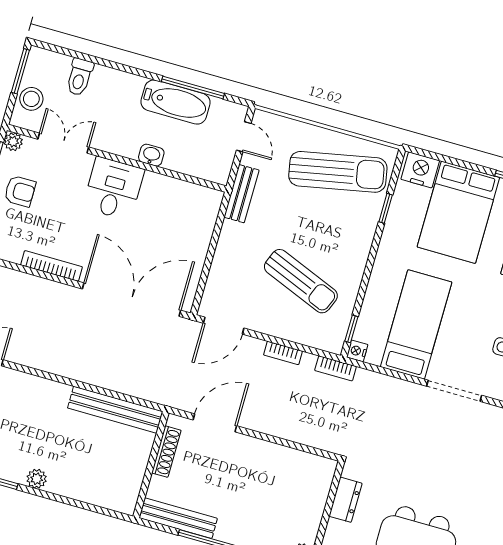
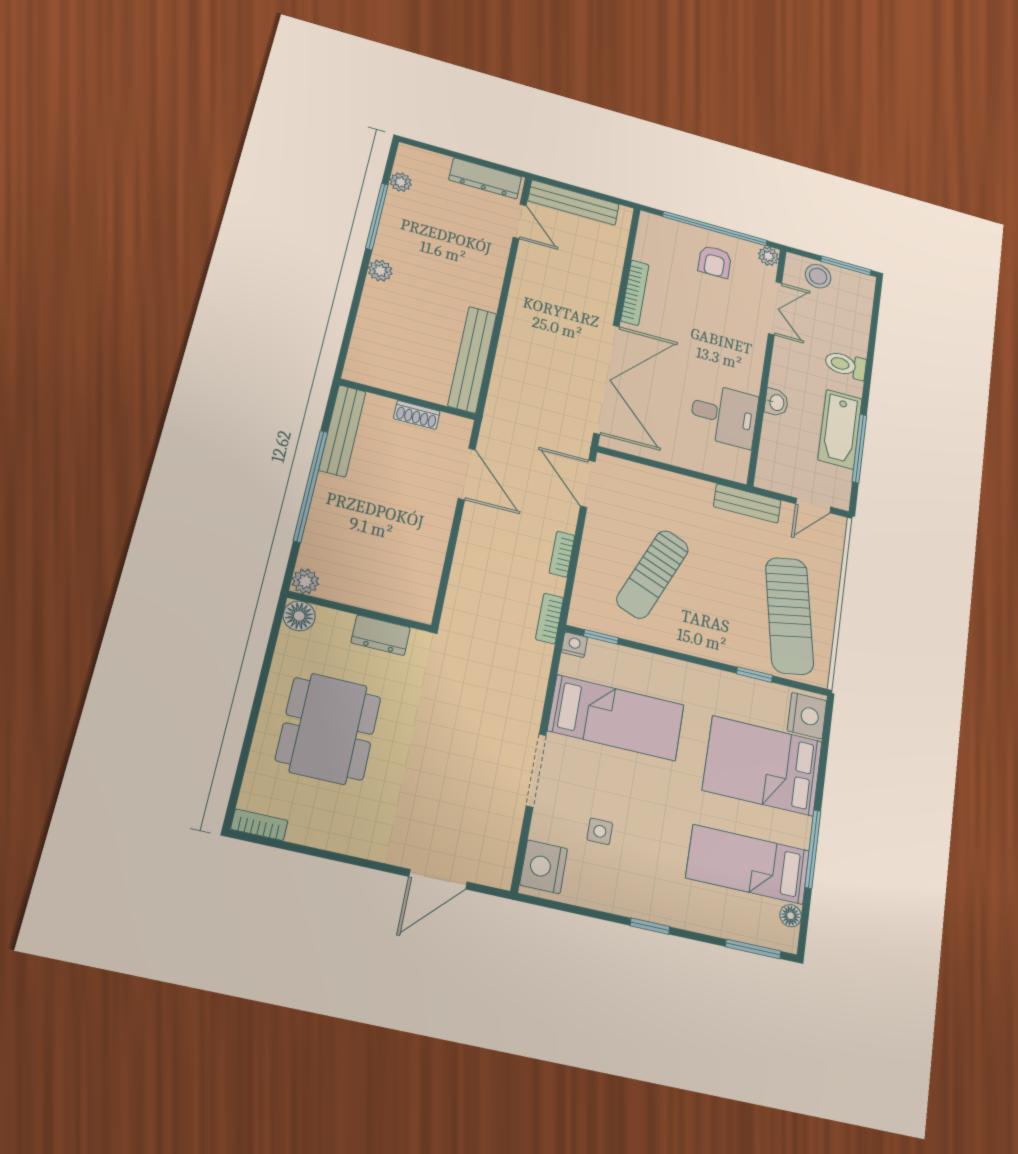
toilet: (80, 77) -> (846, 365), moved
desk: (113, 189) -> (724, 415), moved
shoe rack: (166, 452) -> (417, 415), width x0.70

